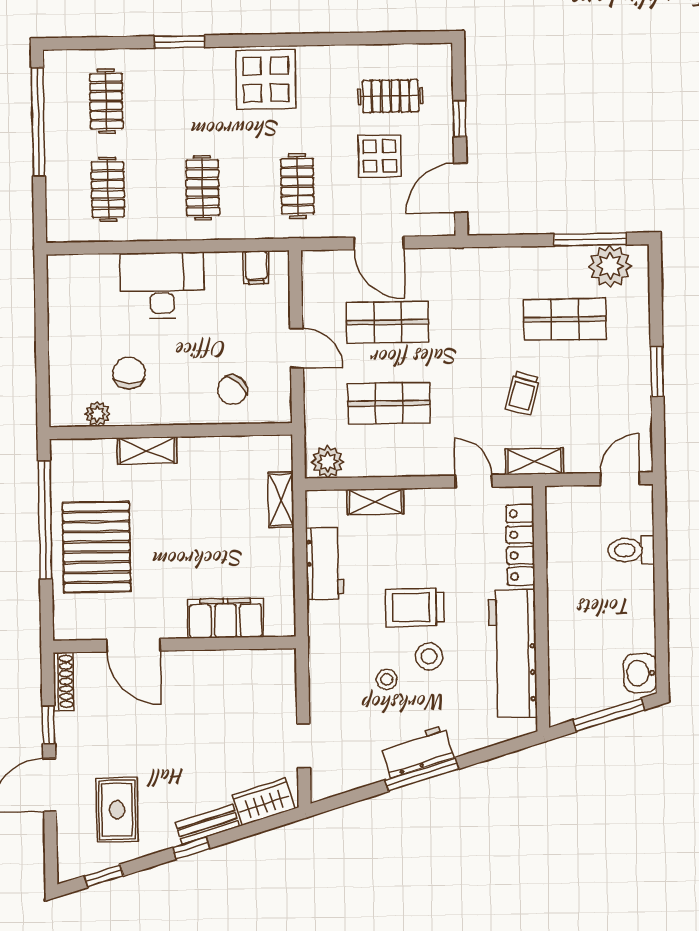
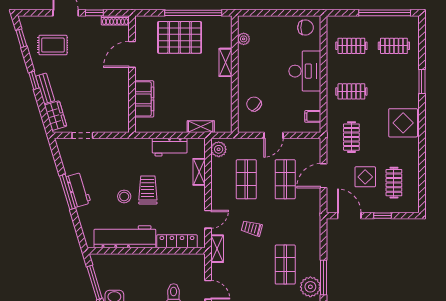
clothes rail: (297, 186) -> (351, 137), turned 90
chair: (129, 373) -> (305, 28), moved
trolley: (522, 393) -> (252, 228), moved
stool: (387, 679) -> (113, 176), removed

